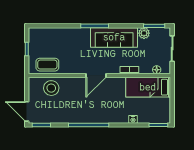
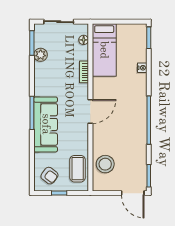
sofa: (114, 37) -> (46, 124), moved
armchair: (42, 41) -> (49, 176), added
door: (96, 75) -> (90, 111), hinge flipped
door: (27, 111) -> (133, 193), hinge flipped

